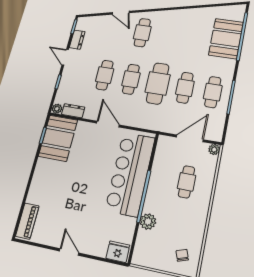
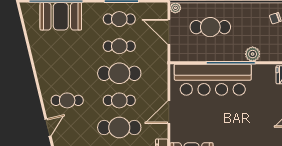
cafe table: (105, 75) -> (119, 128), width x1.37, depth x1.35
cafe table: (186, 182) -> (210, 27), width x1.37, depth x1.35

